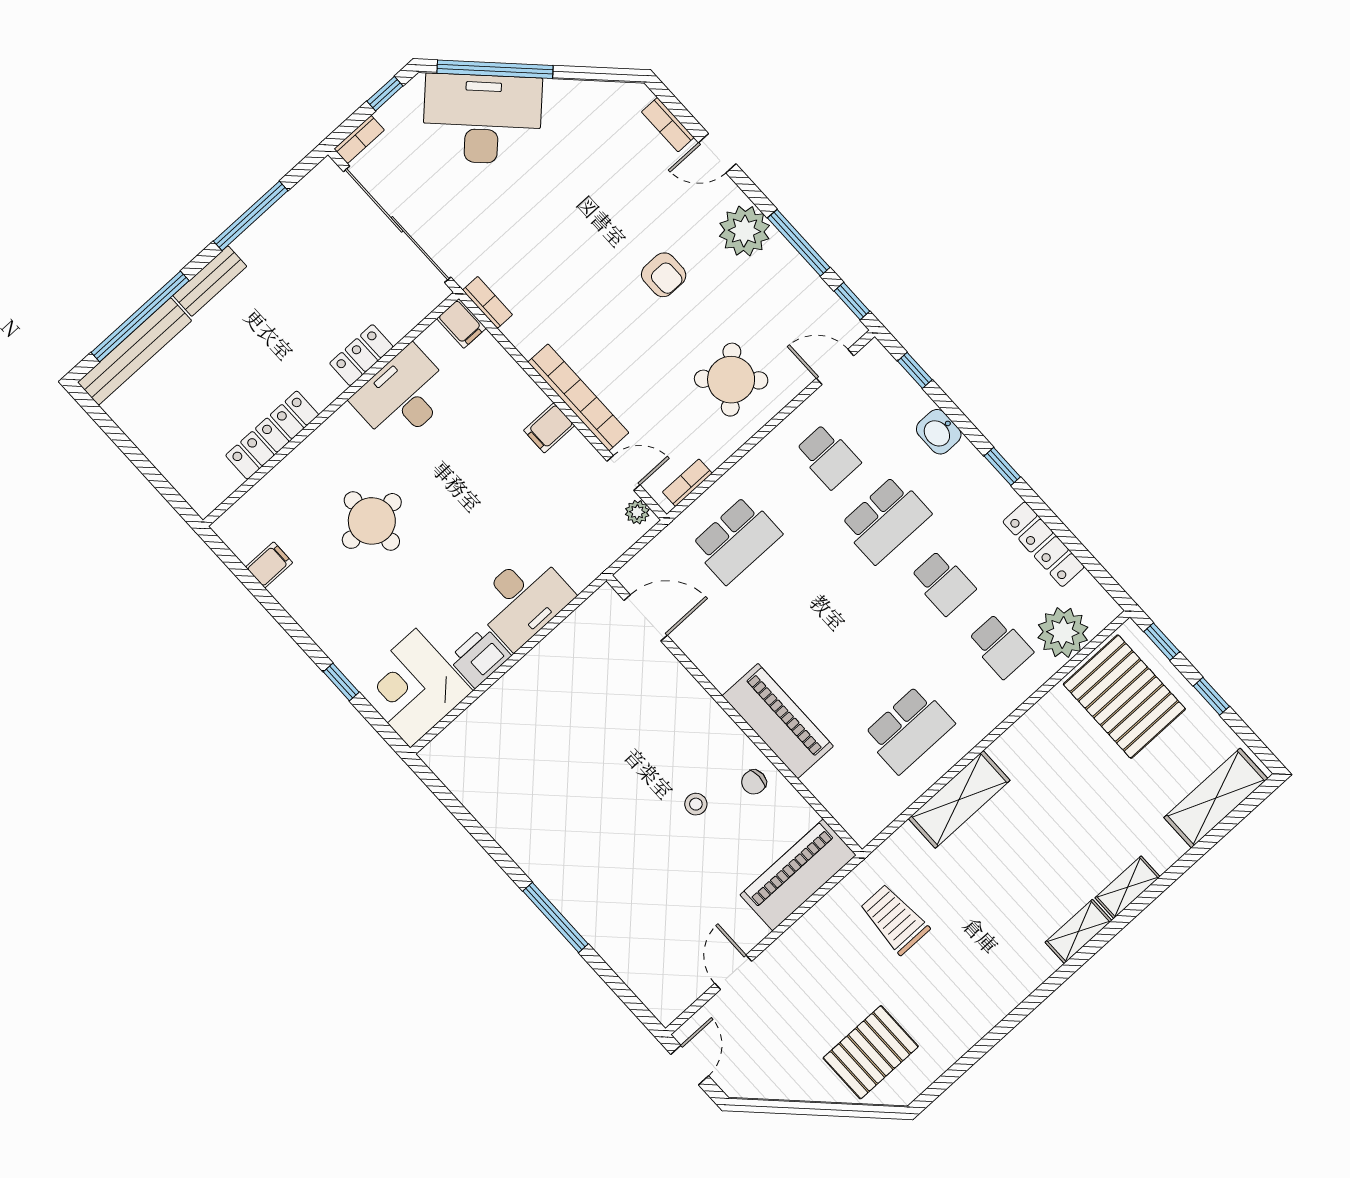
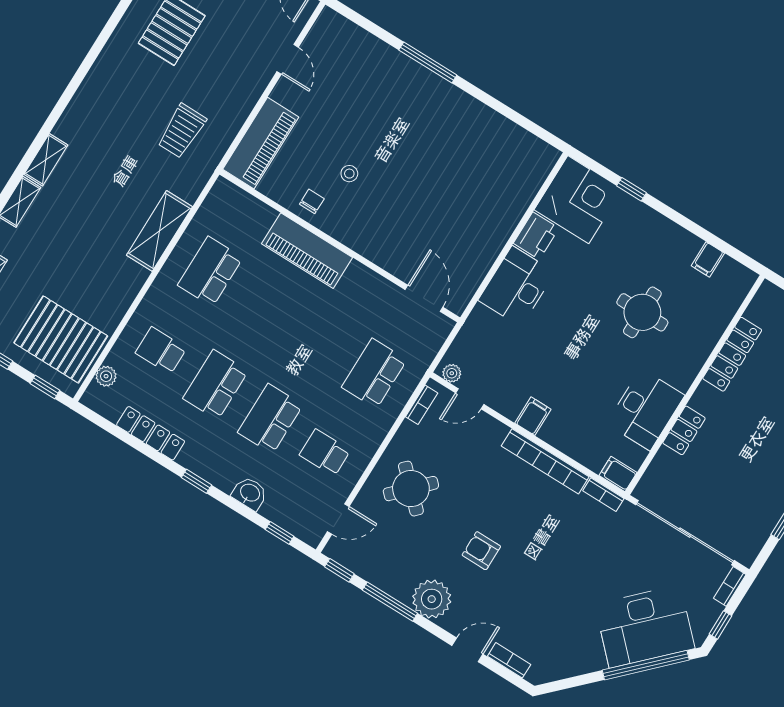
bookcase: (578, 397) -> (545, 461), moved
school desk: (943, 583) -> (216, 385), width x1.85
door: (646, 618) -> (424, 298), swing flipped
plant: (1063, 632) -> (106, 376), width x0.53, depth x0.53
trolley: (894, 919) -> (182, 131), turned 90

